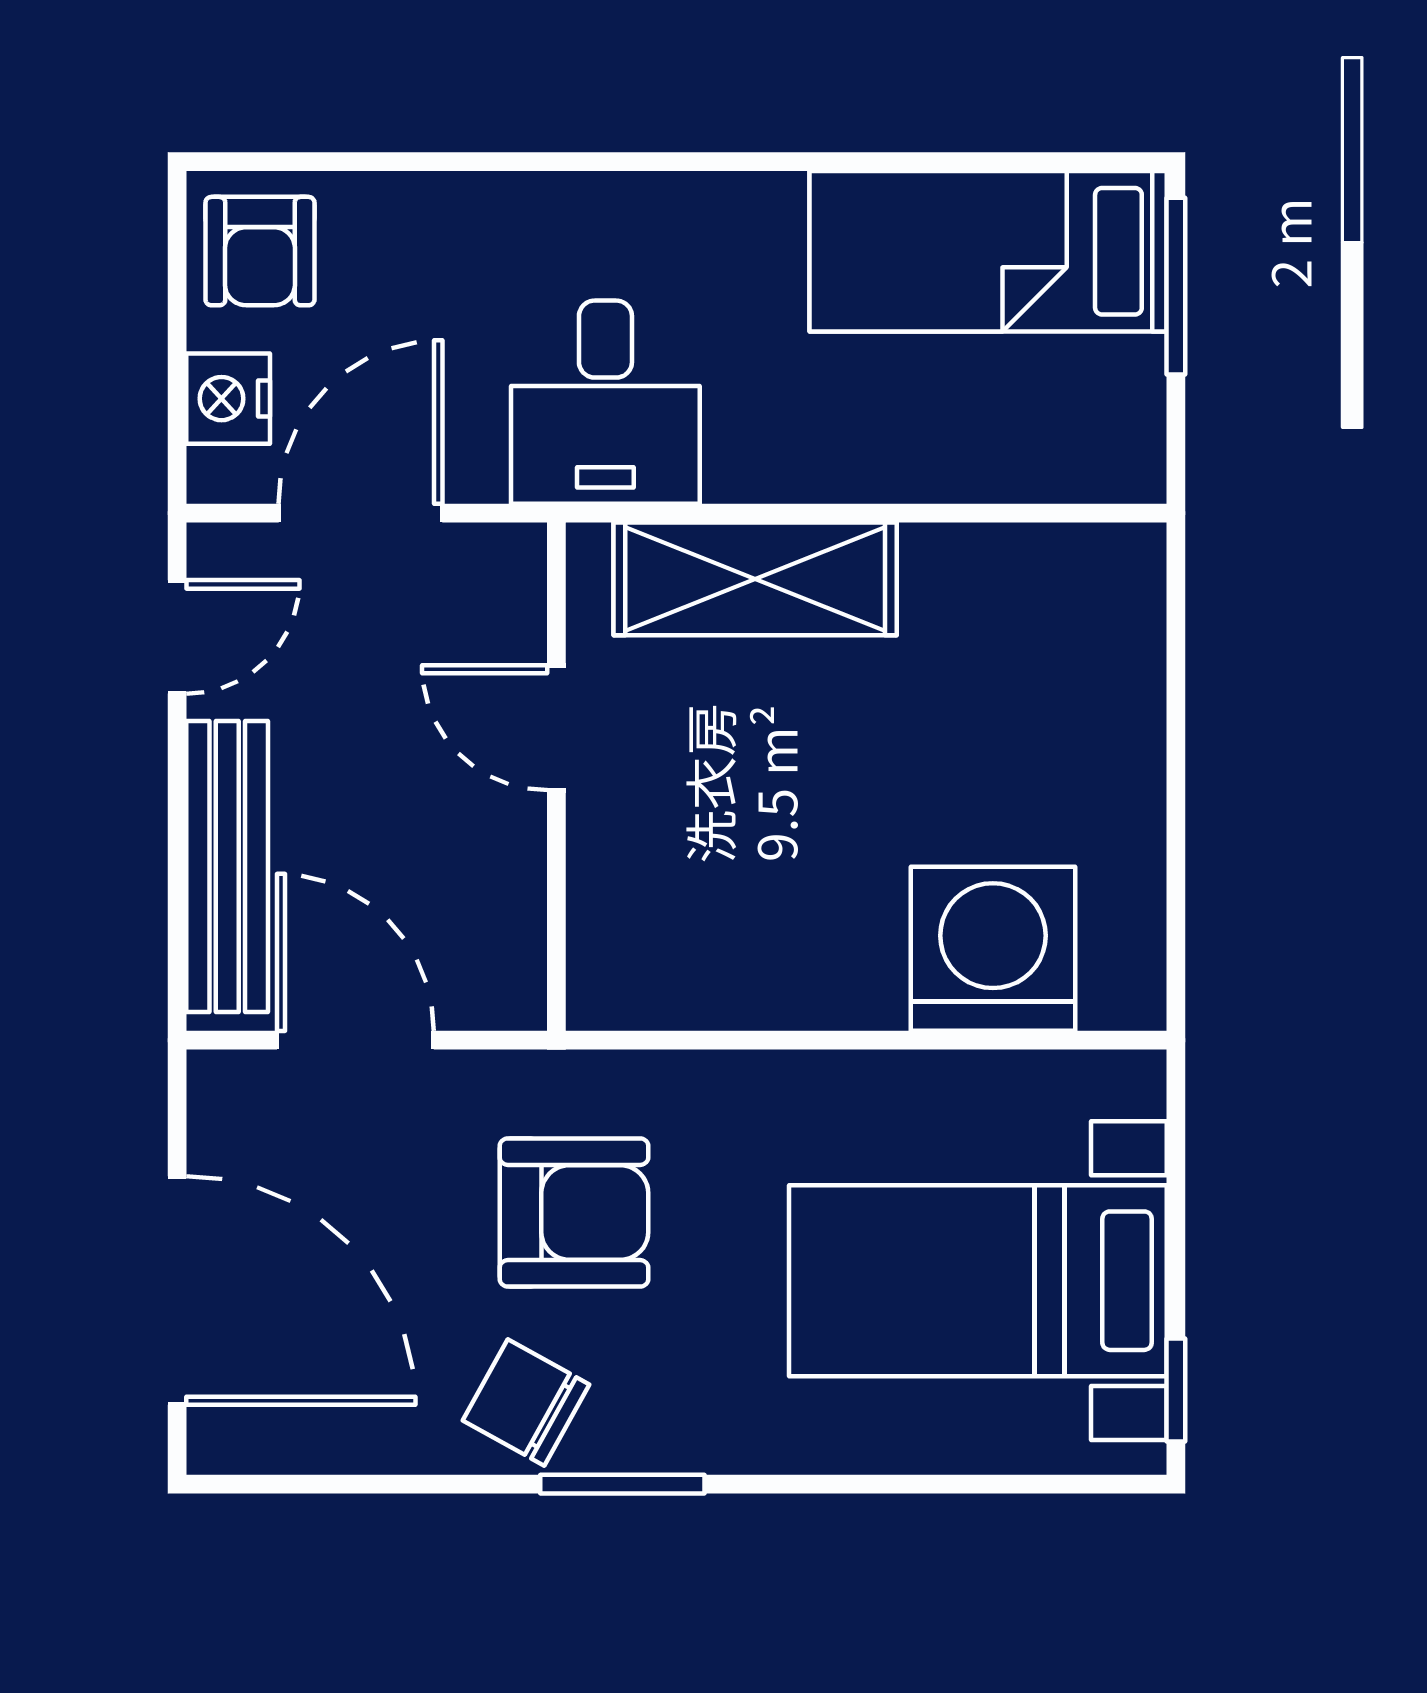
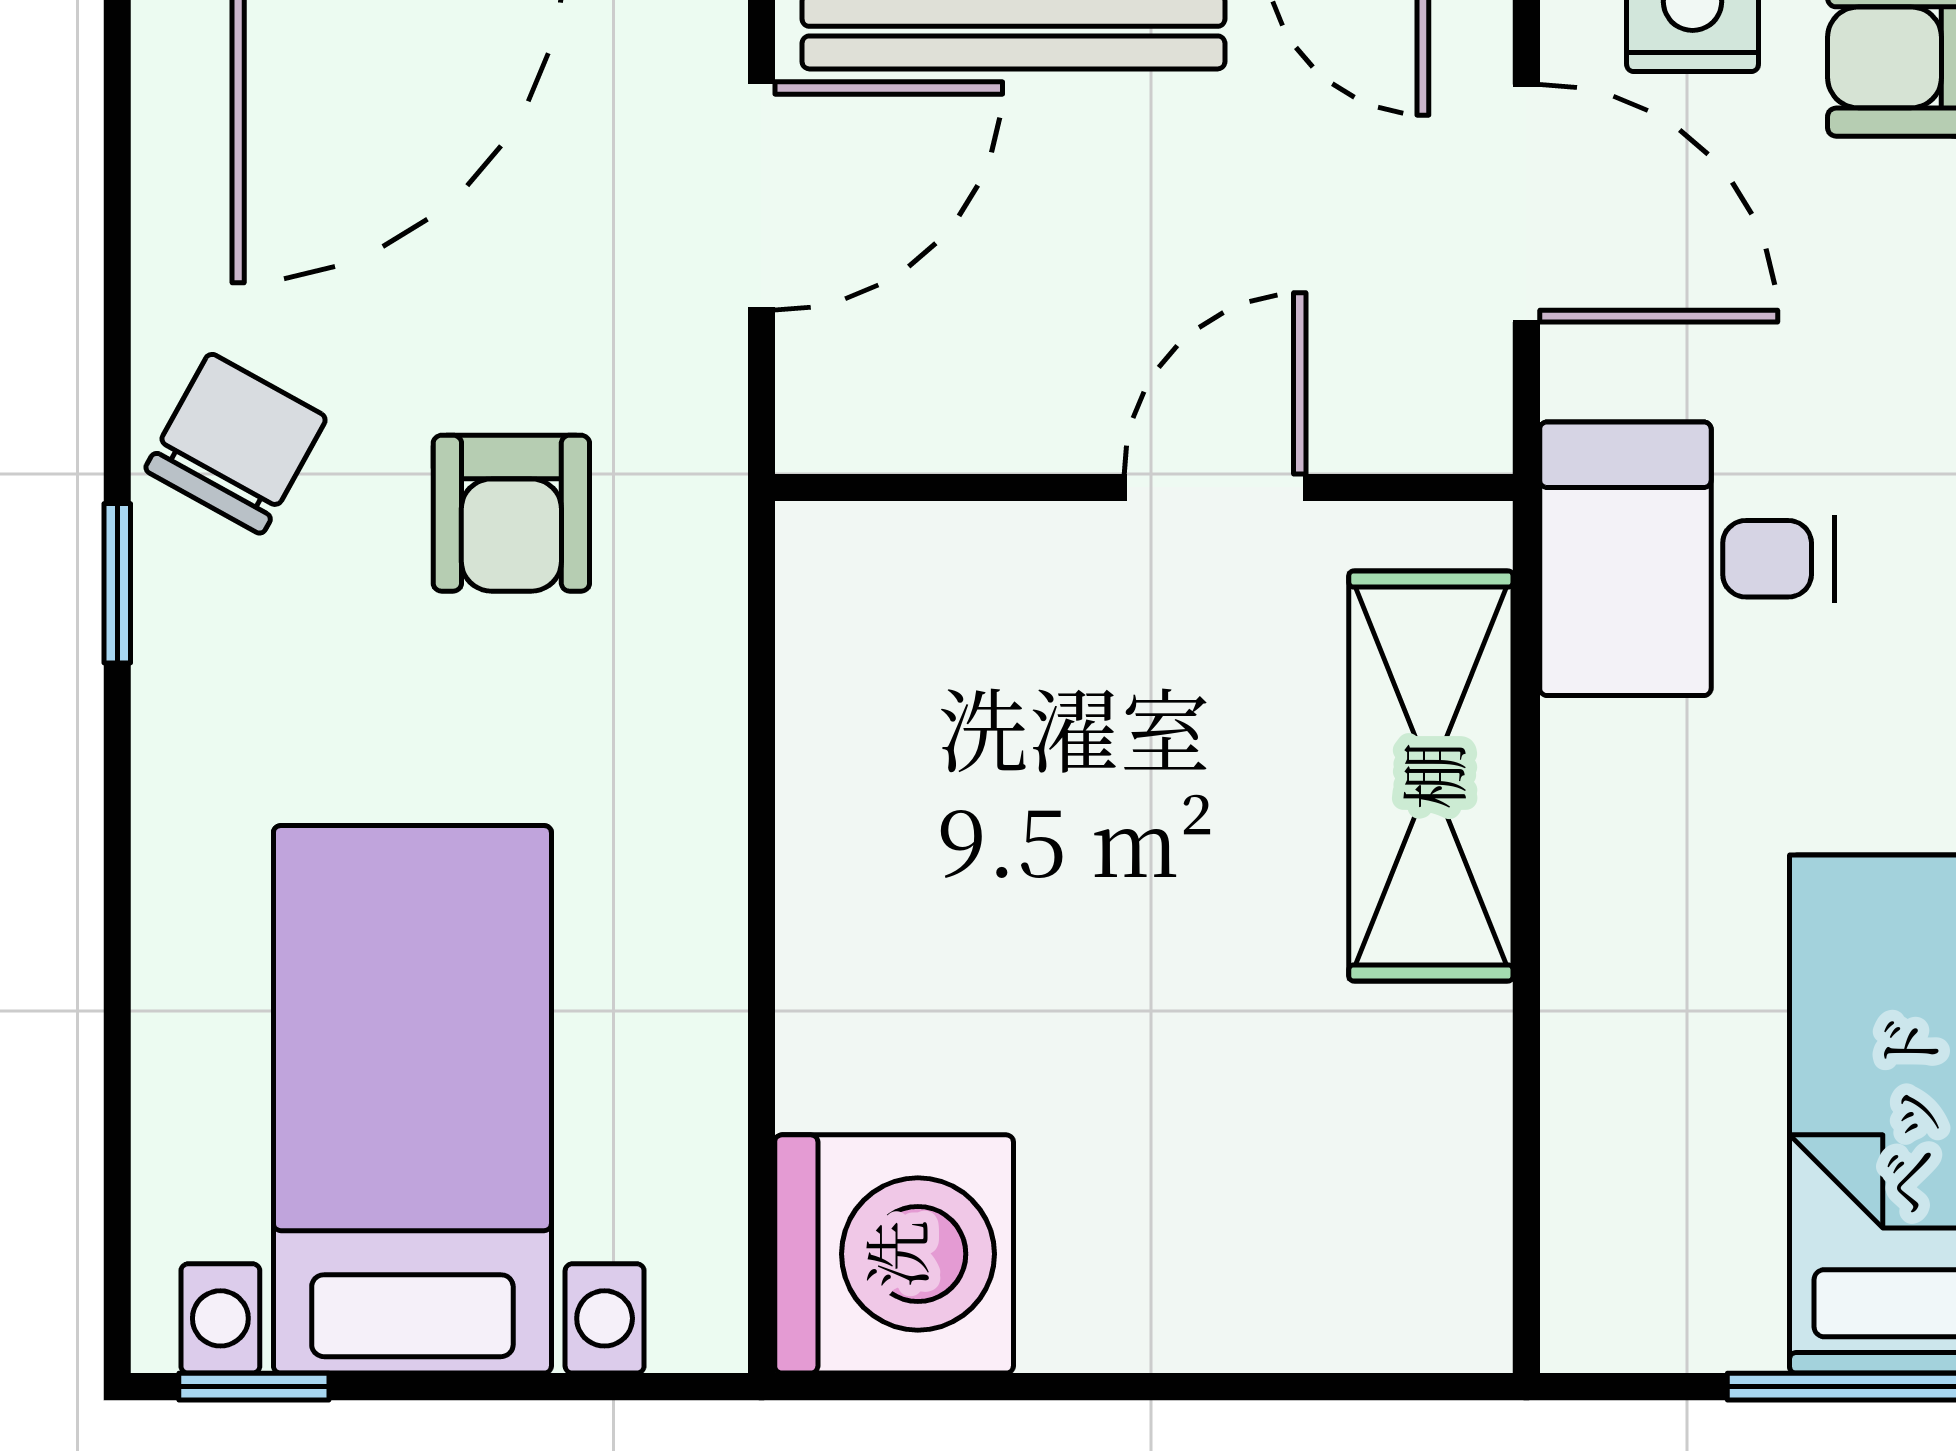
washing machine: (993, 949) -> (894, 1254), moved
armchair: (574, 1213) -> (511, 513), width x0.72, depth x0.72
window: (622, 1484) -> (117, 583), width x0.67

